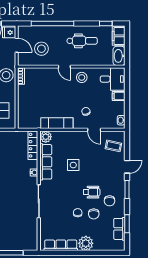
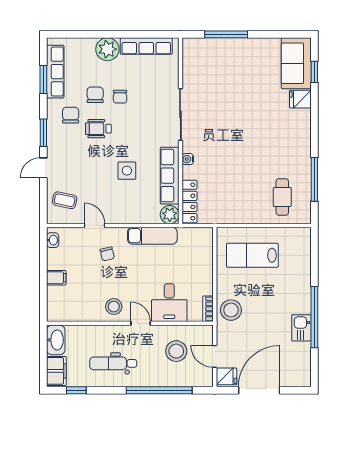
desk: (113, 79) -> (169, 303), moved, turned -90
row of seats: (119, 229) -> (55, 72), width x1.48

